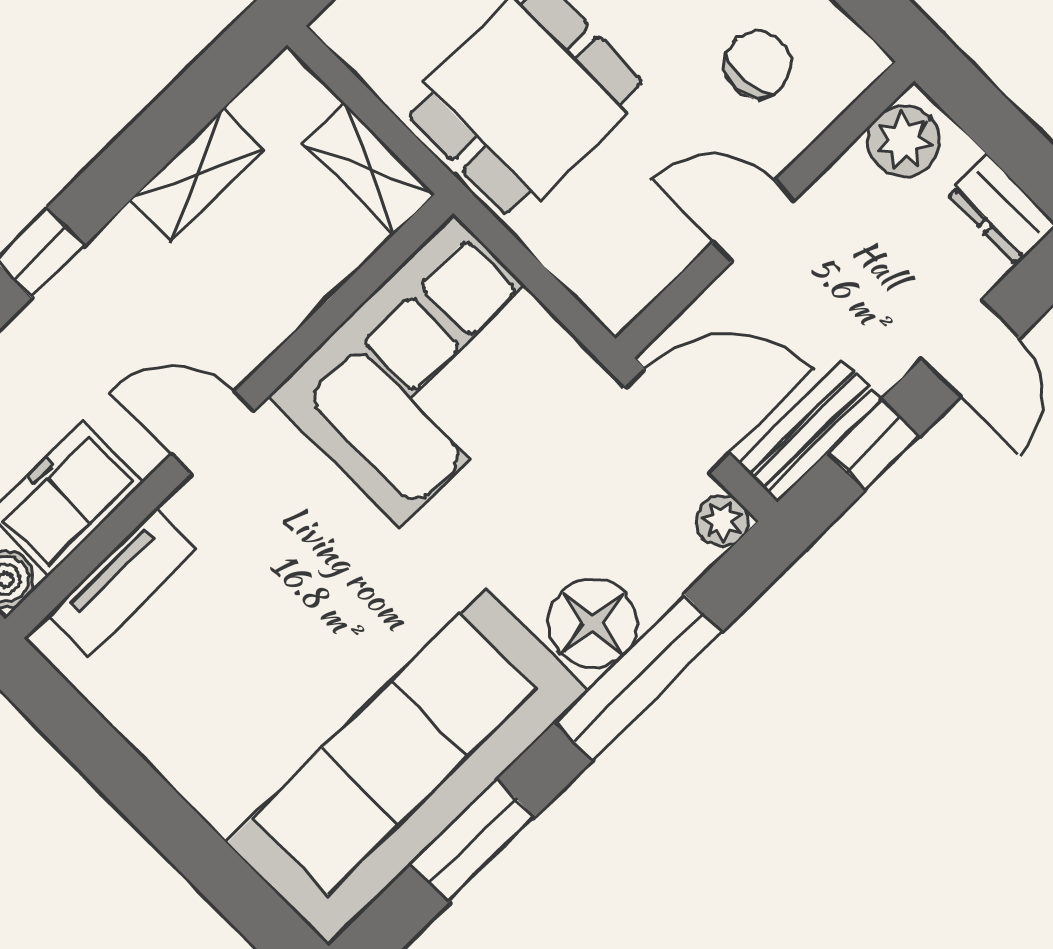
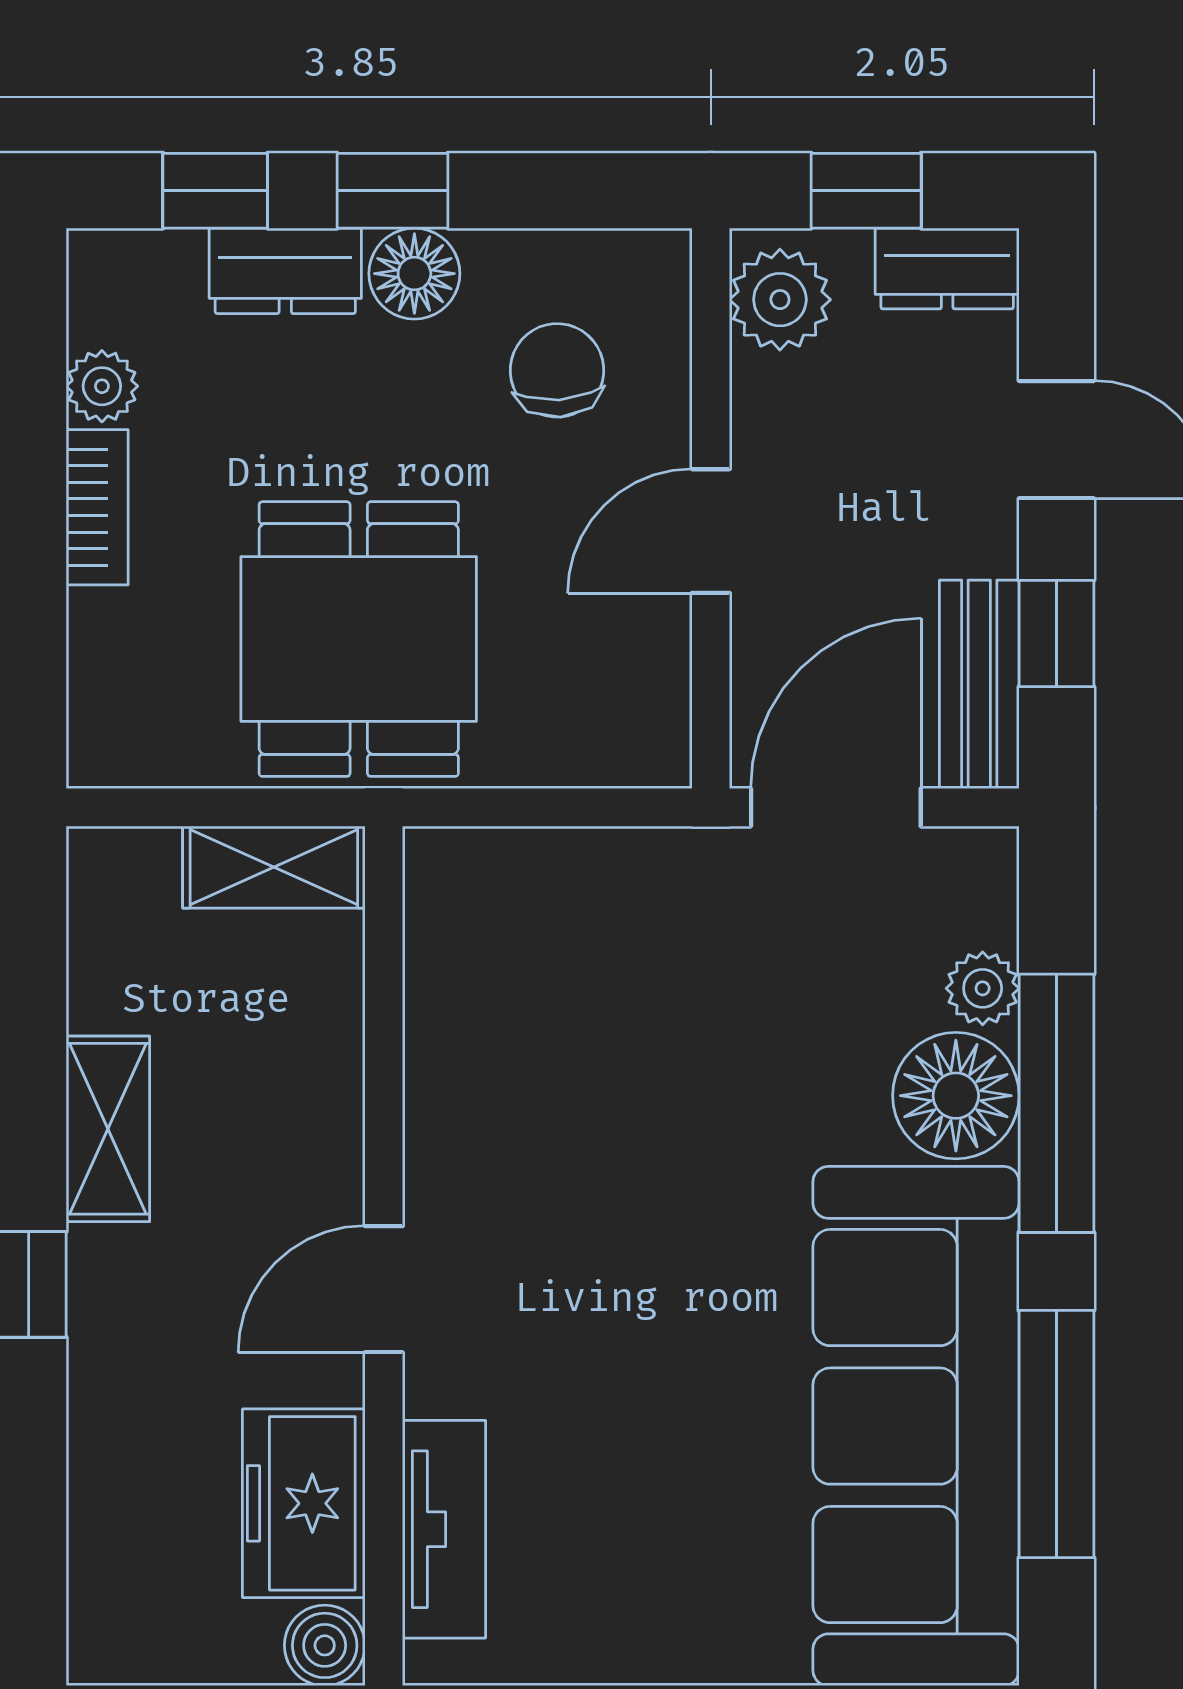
window: (1001, 130) -> (866, 191), added
shelving: (197, 175) -> (108, 1129), moved
corner sofa: (426, 371) -> (535, 1012), removed
plant: (722, 521) -> (983, 988), moved
window: (473, 841) -> (1056, 1434), width x1.44

